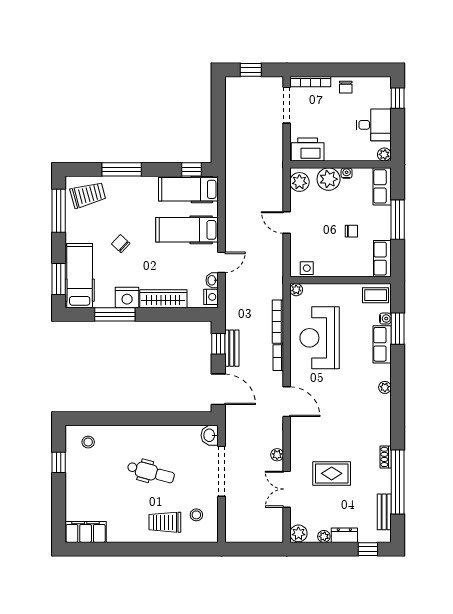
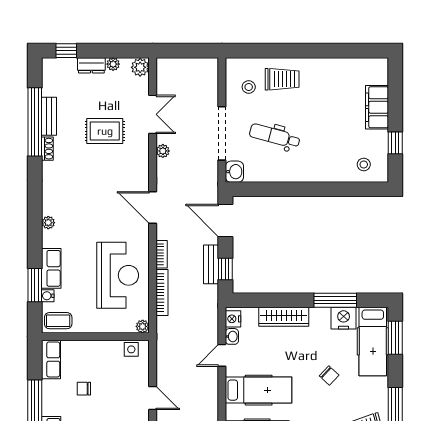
nightstand: (127, 297) -> (344, 318), moved
dental chair: (151, 472) -> (275, 136), moved
bench: (384, 512) -> (49, 116), moved
filing cabinet: (86, 532) -> (377, 107), moved, turned 90

